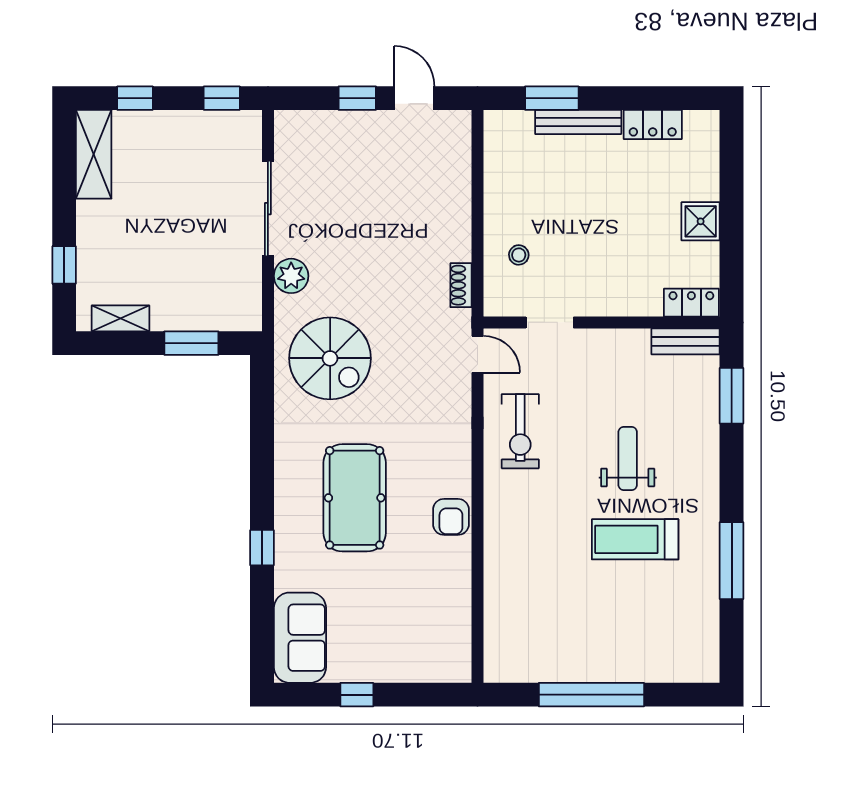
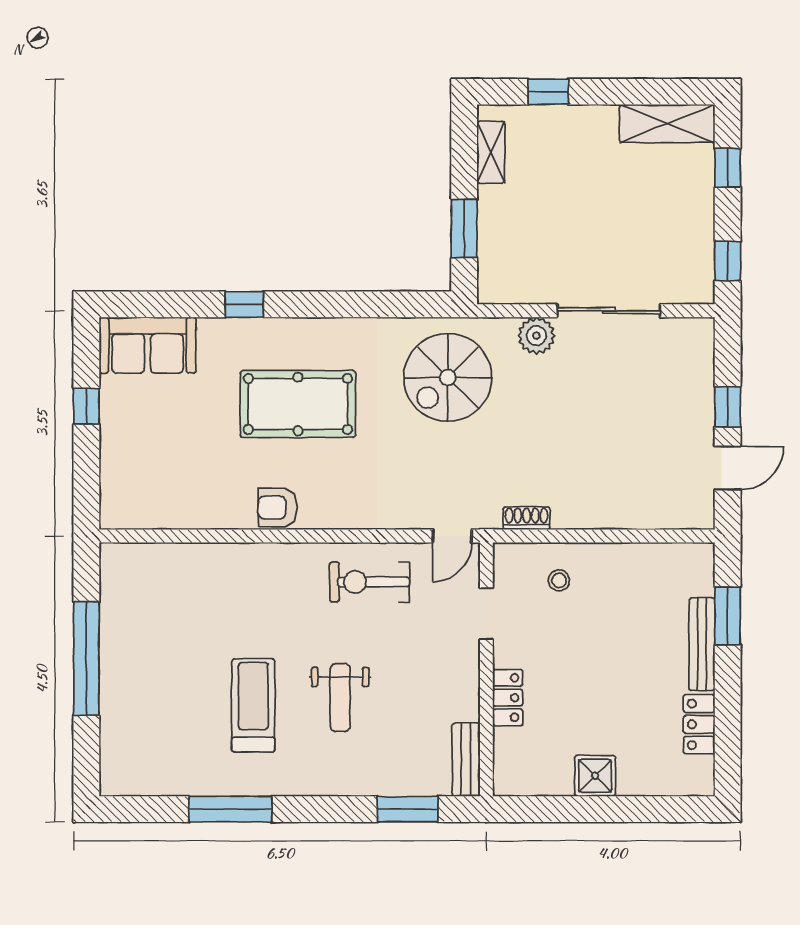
locker: (691, 303) -> (508, 698), moved
weight bench: (628, 459) -> (340, 697), turned 90

